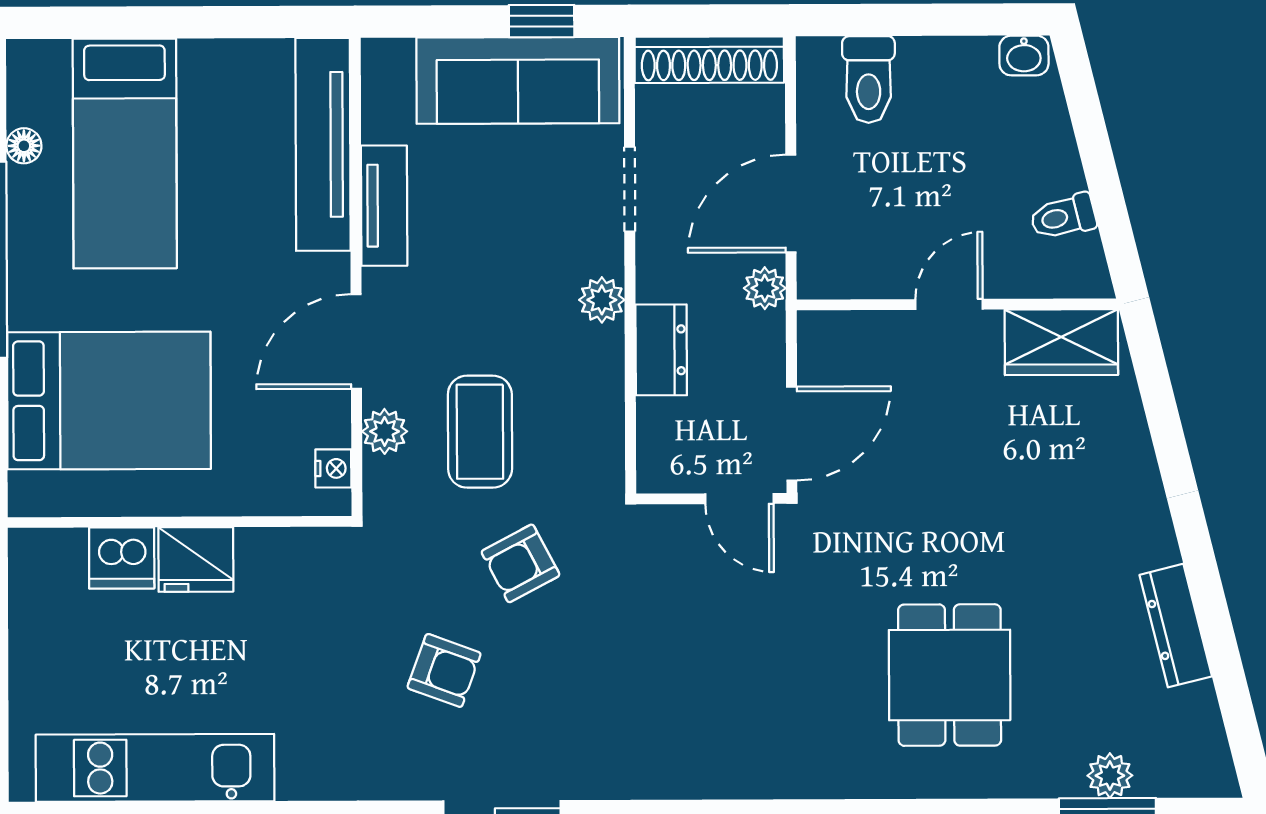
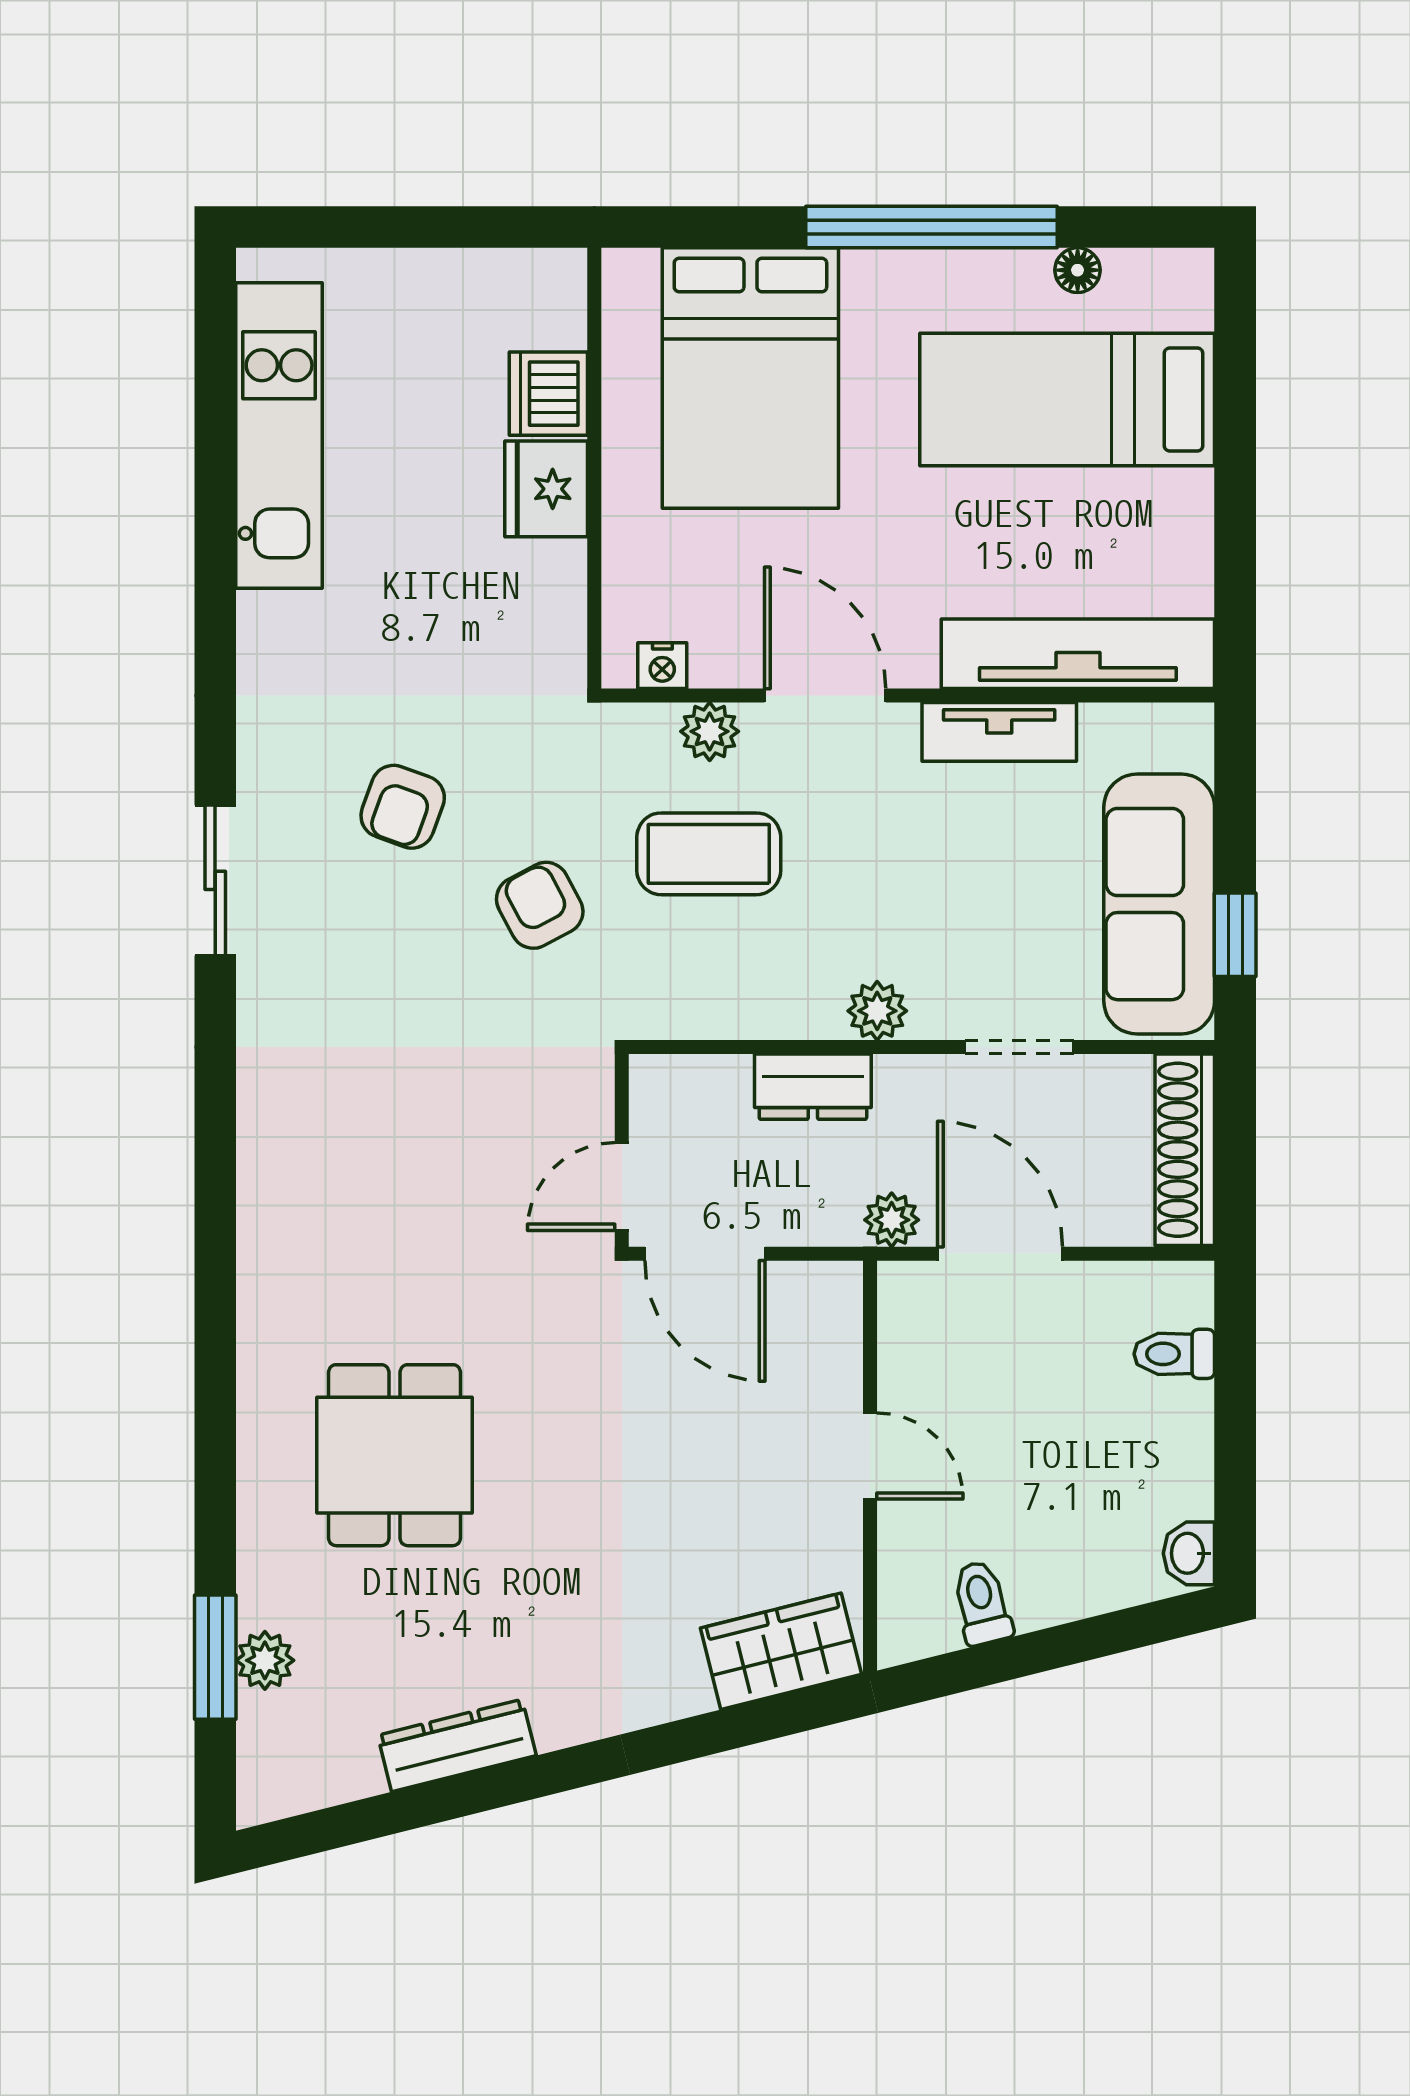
toilet: (869, 80) -> (1174, 1354), width x0.73, depth x0.72
wardrobe: (1061, 342) -> (781, 1651), moved, turned 76
dining table: (950, 675) -> (394, 1455), turned 90

